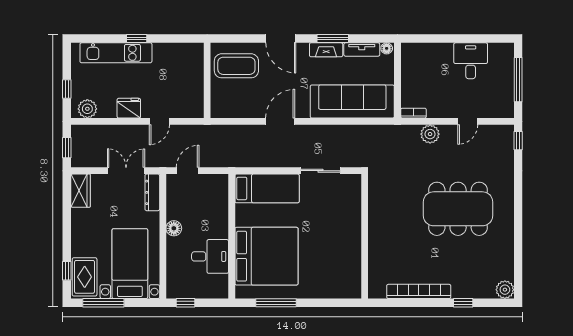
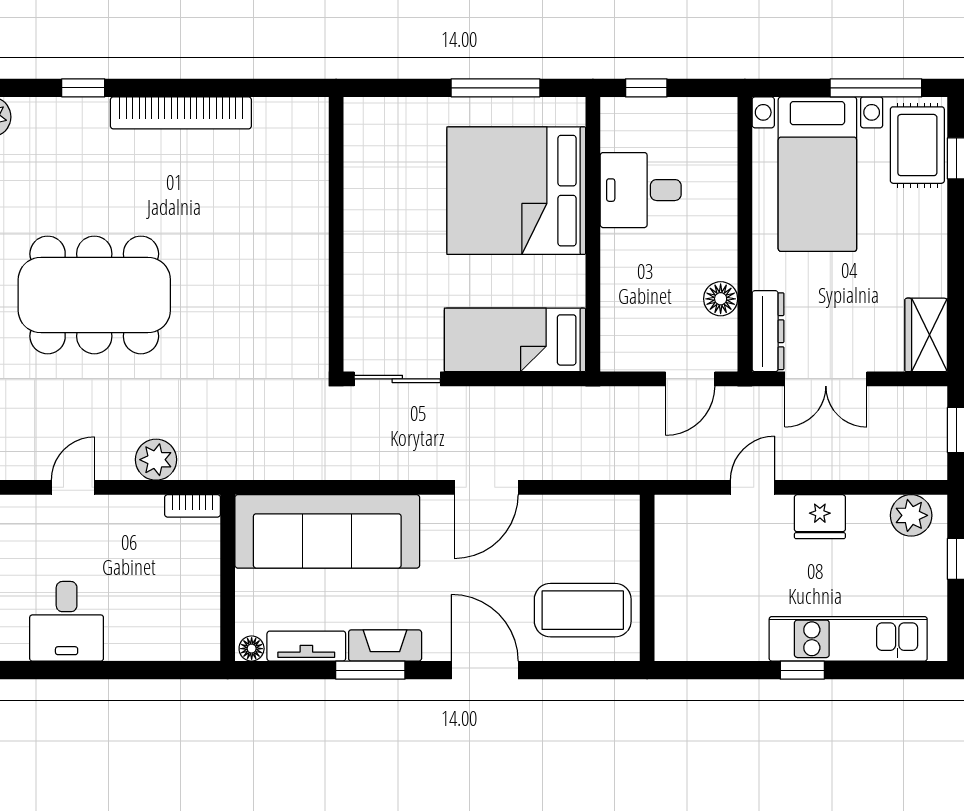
floor lamp: (174, 228) -> (721, 299), moved
wall: (365, 236) -> (336, 234), moved
window: (186, 303) -> (646, 88), moved

